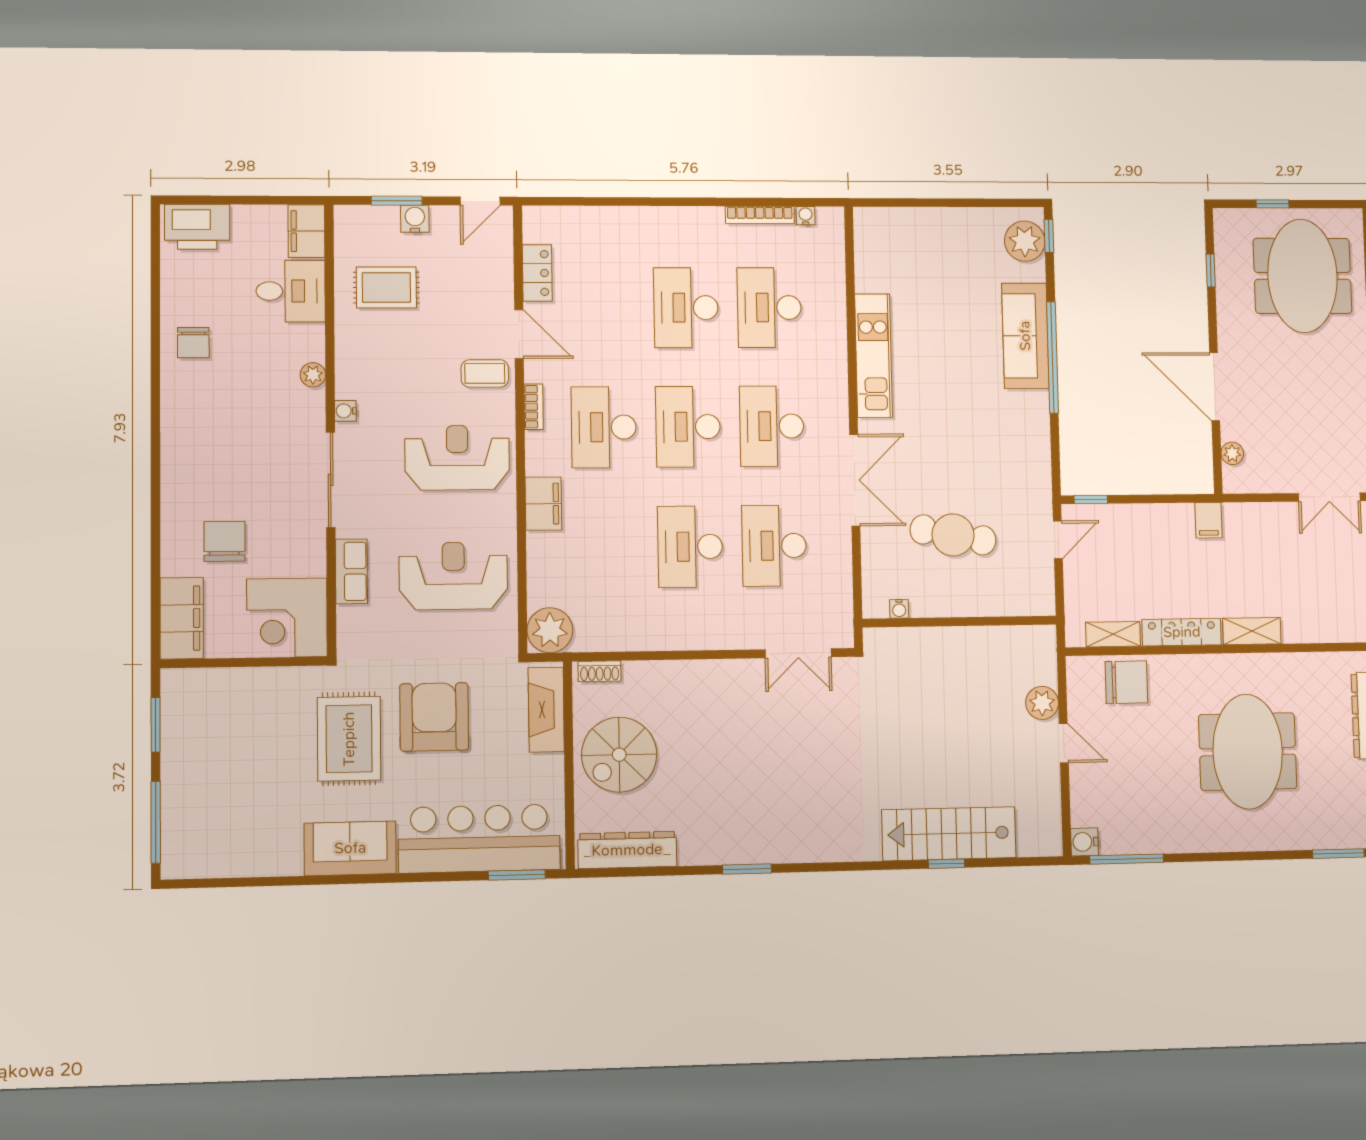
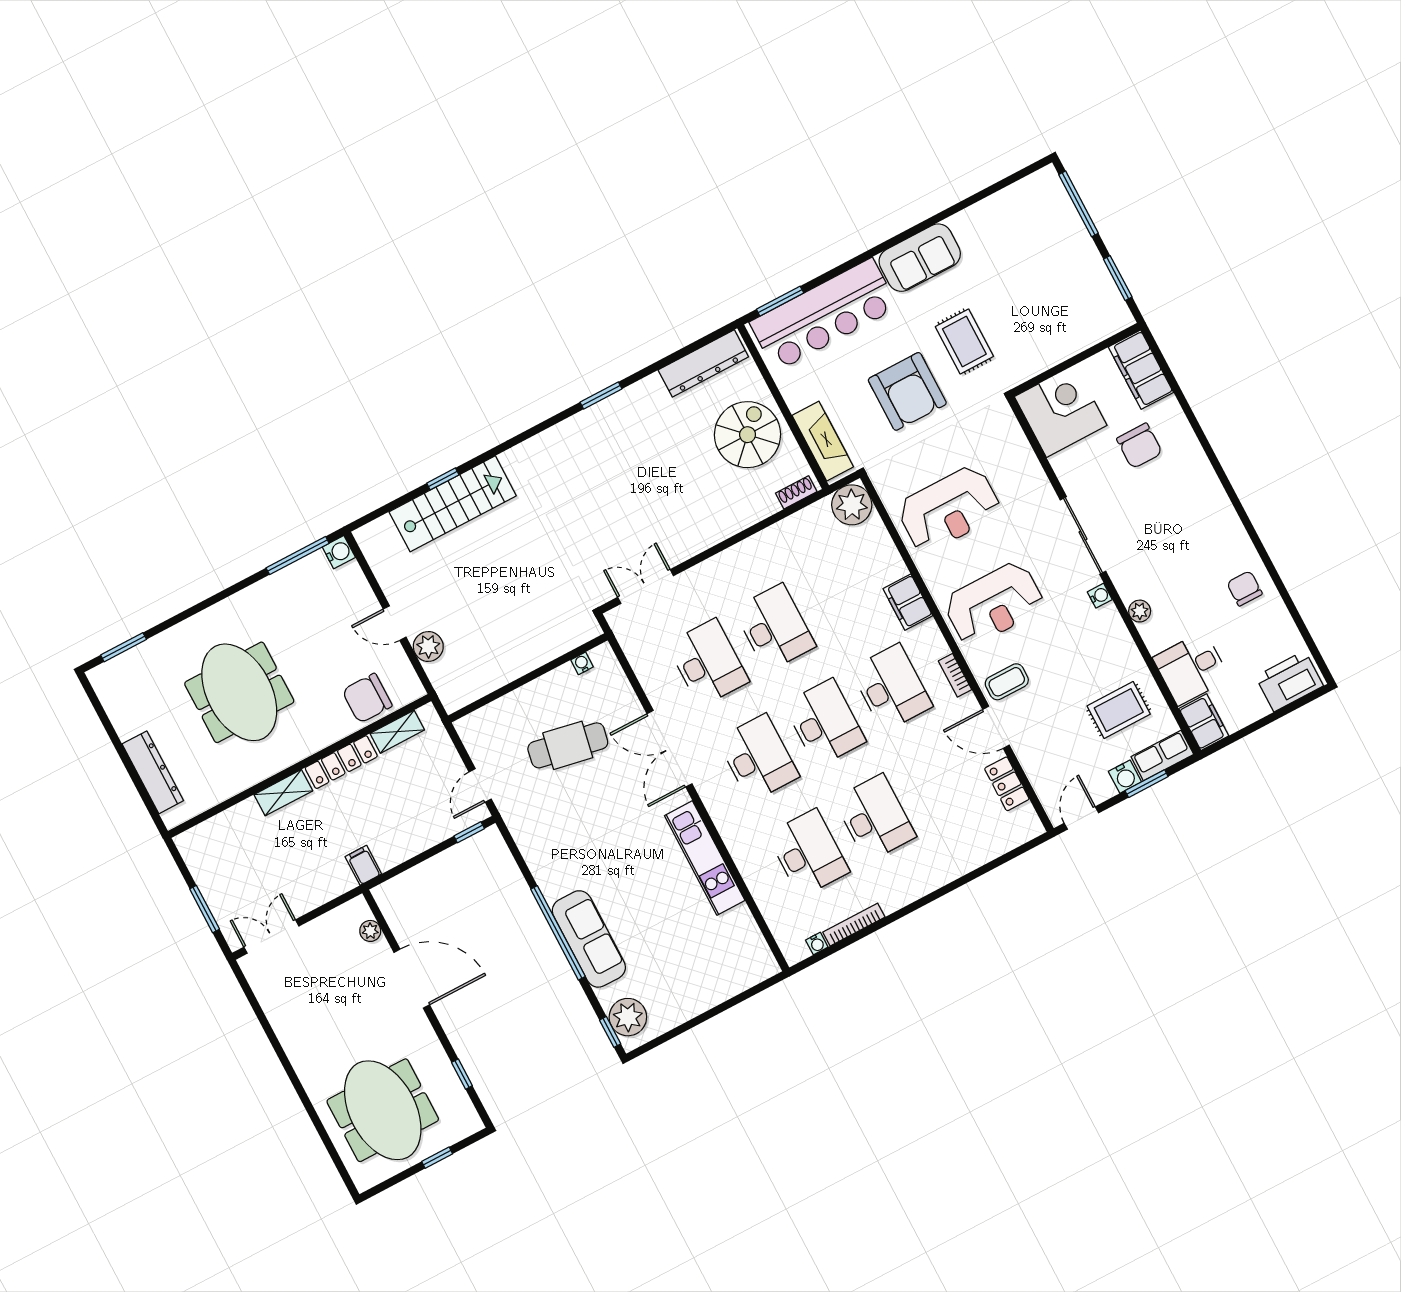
row of seats: (351, 571) -> (1162, 756), moved, turned 90
rug: (349, 739) -> (964, 342), width x0.73, depth x0.70

